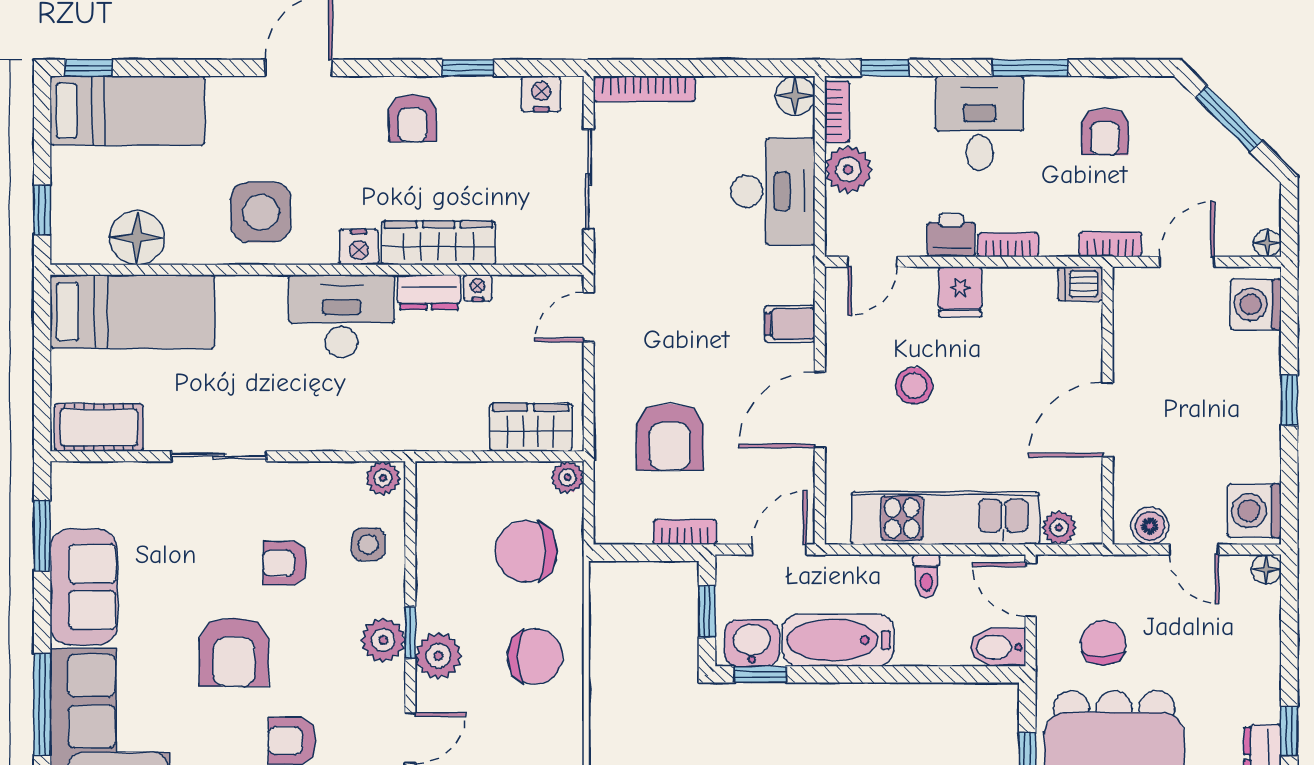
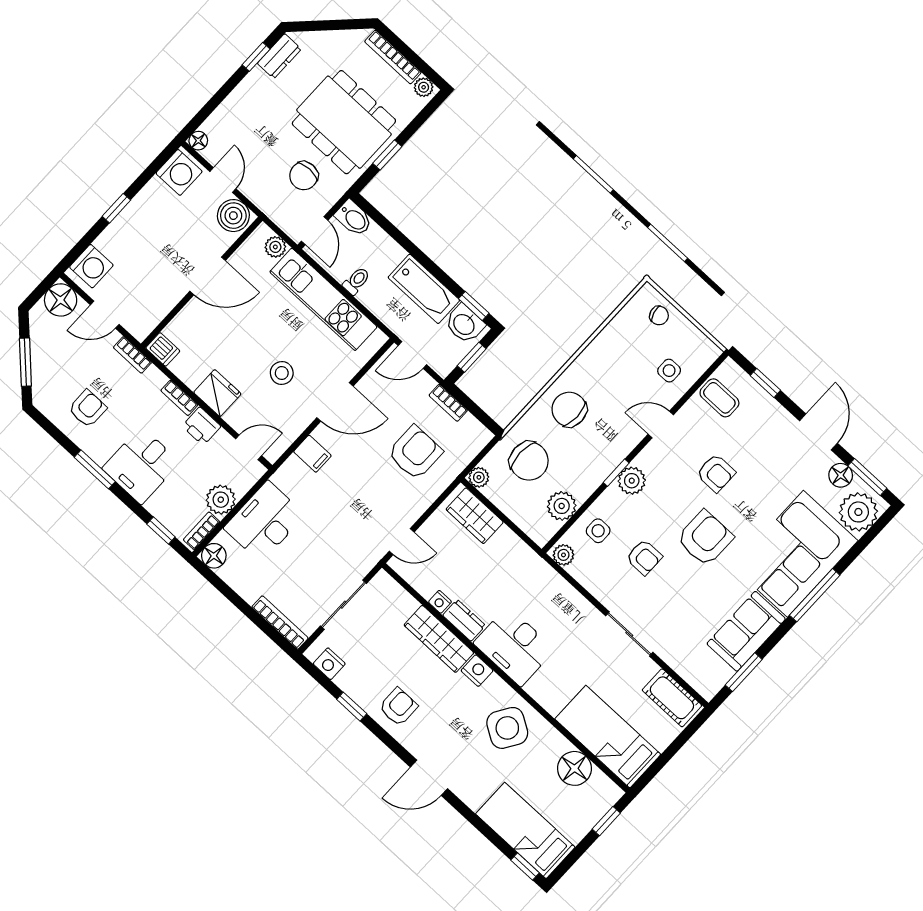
side table: (261, 212) -> (507, 728), turned 32
floor lamp: (1267, 243) -> (61, 300), width x1.89, depth x1.89
fridge: (960, 292) -> (217, 393), width x1.38
boiler: (1150, 526) -> (233, 216), width x1.36, depth x1.36
plant: (438, 656) -> (562, 506), moved

